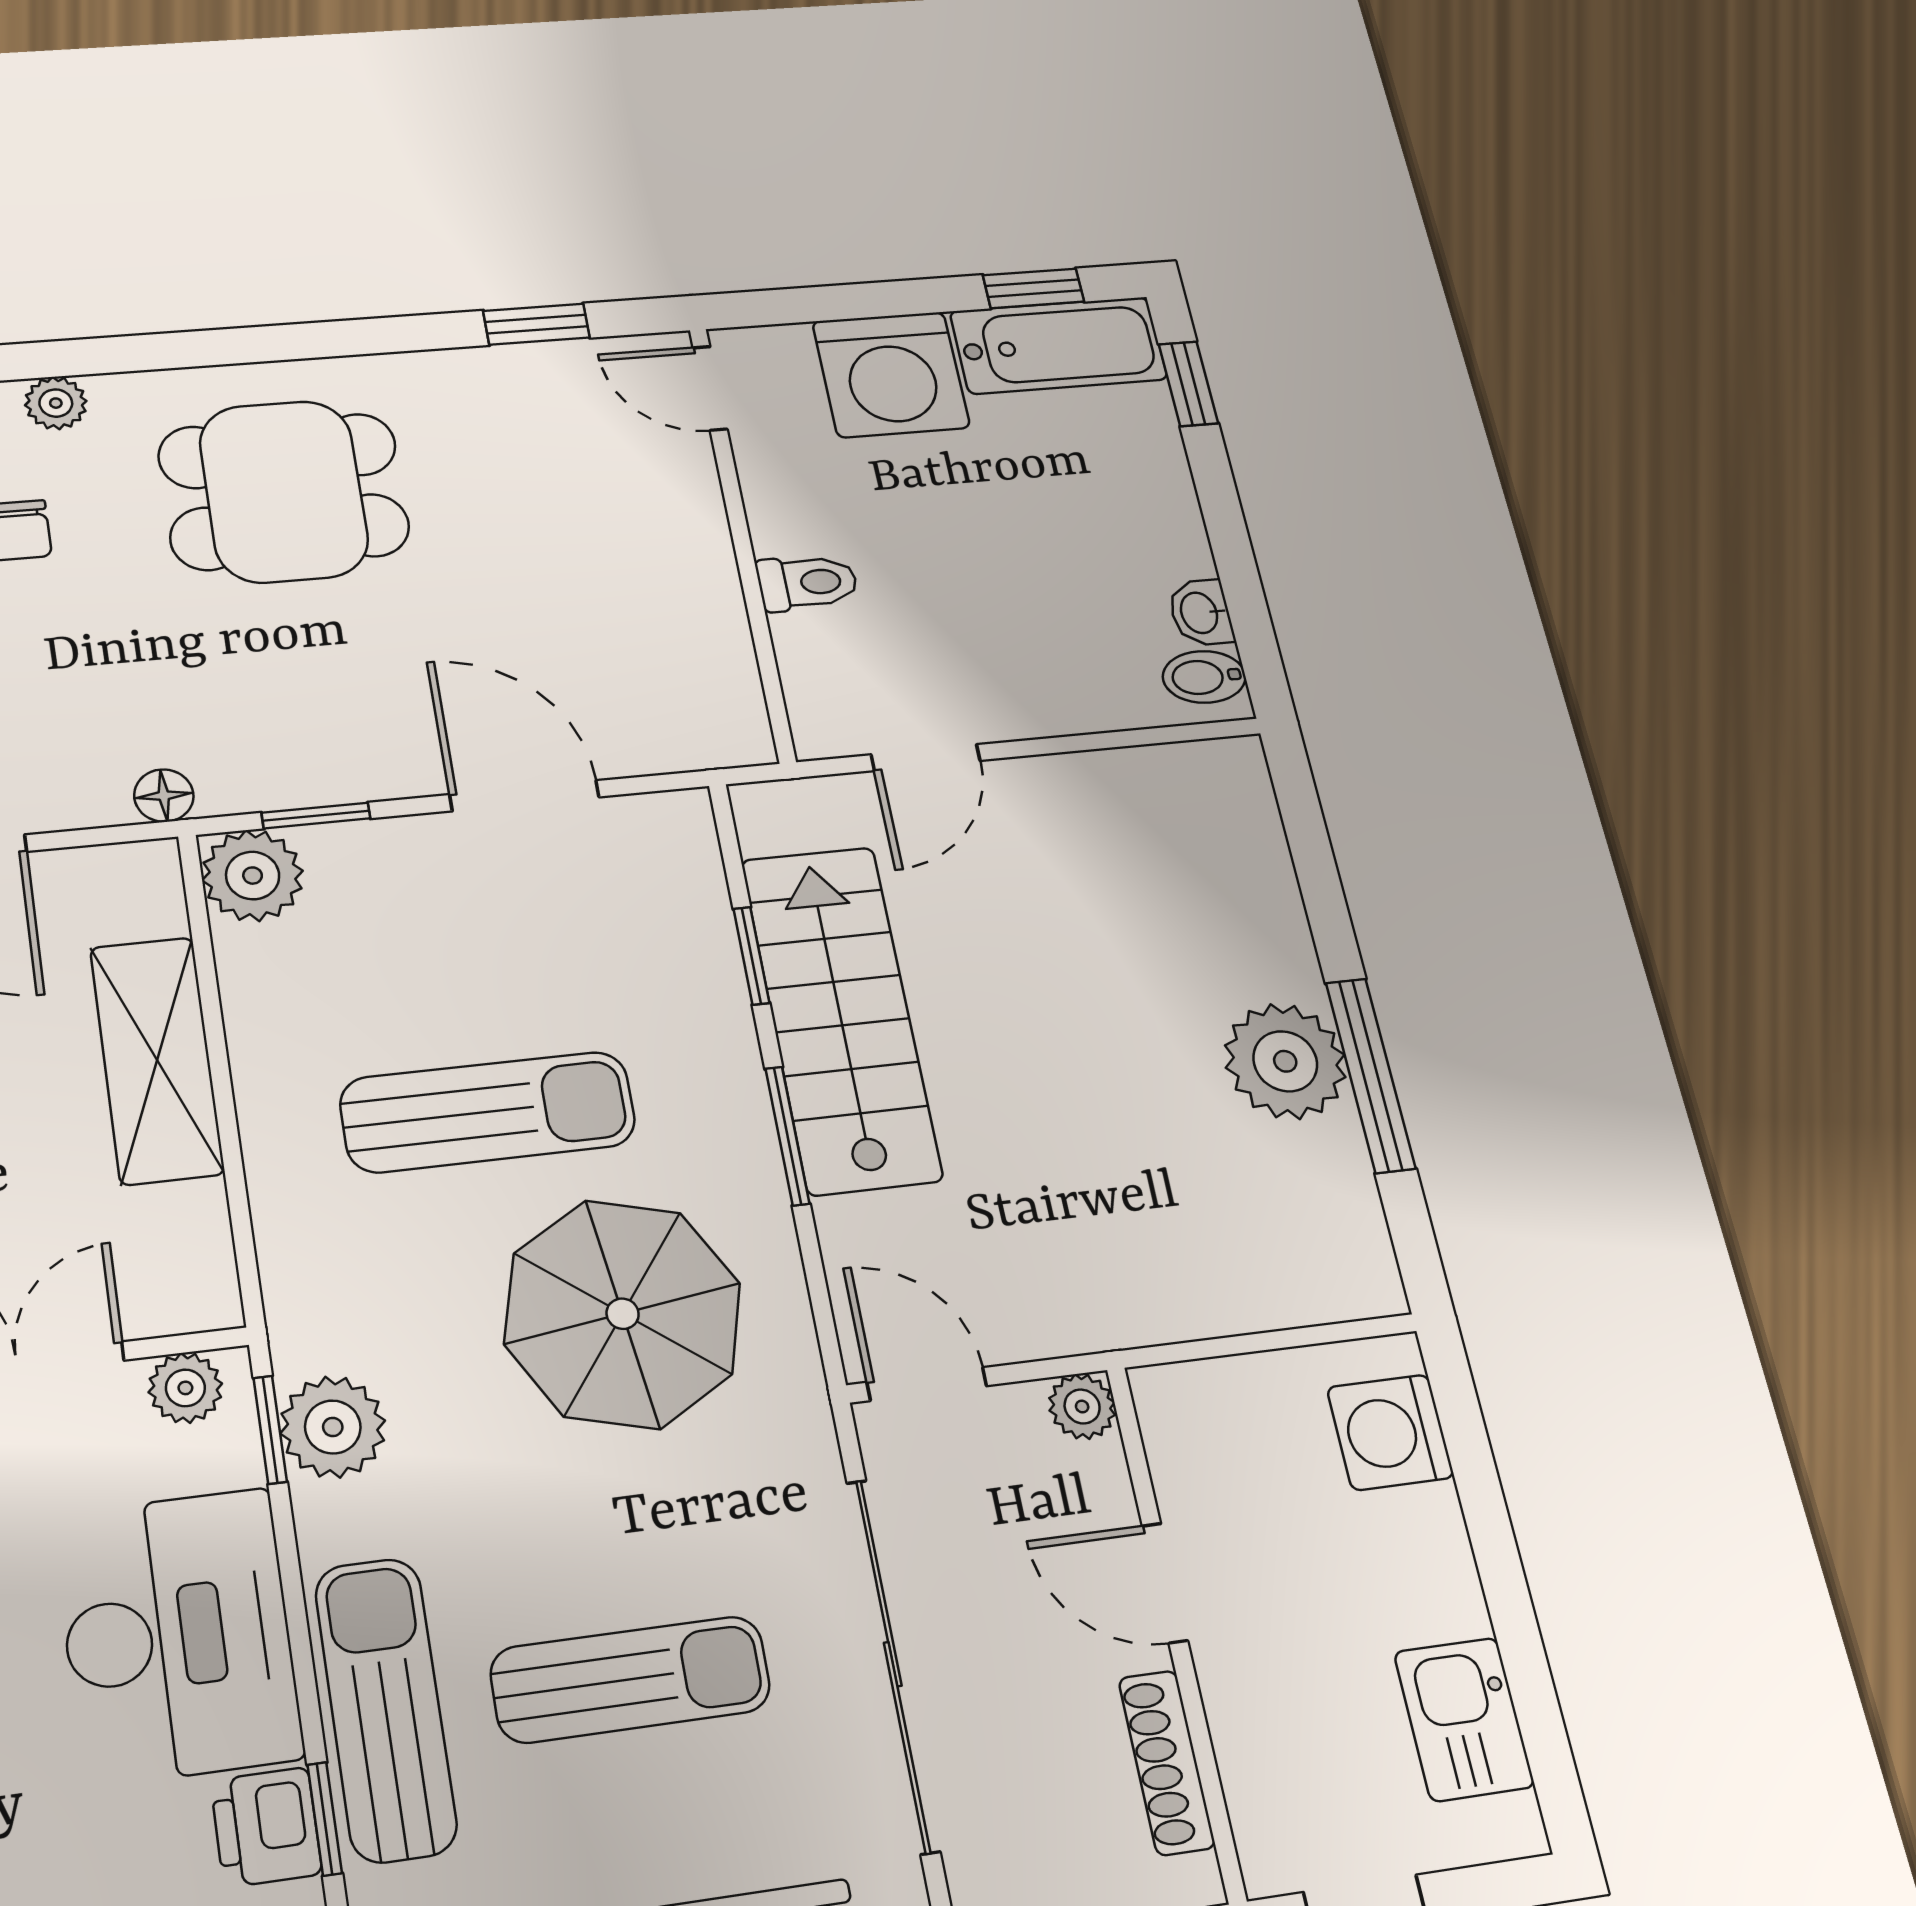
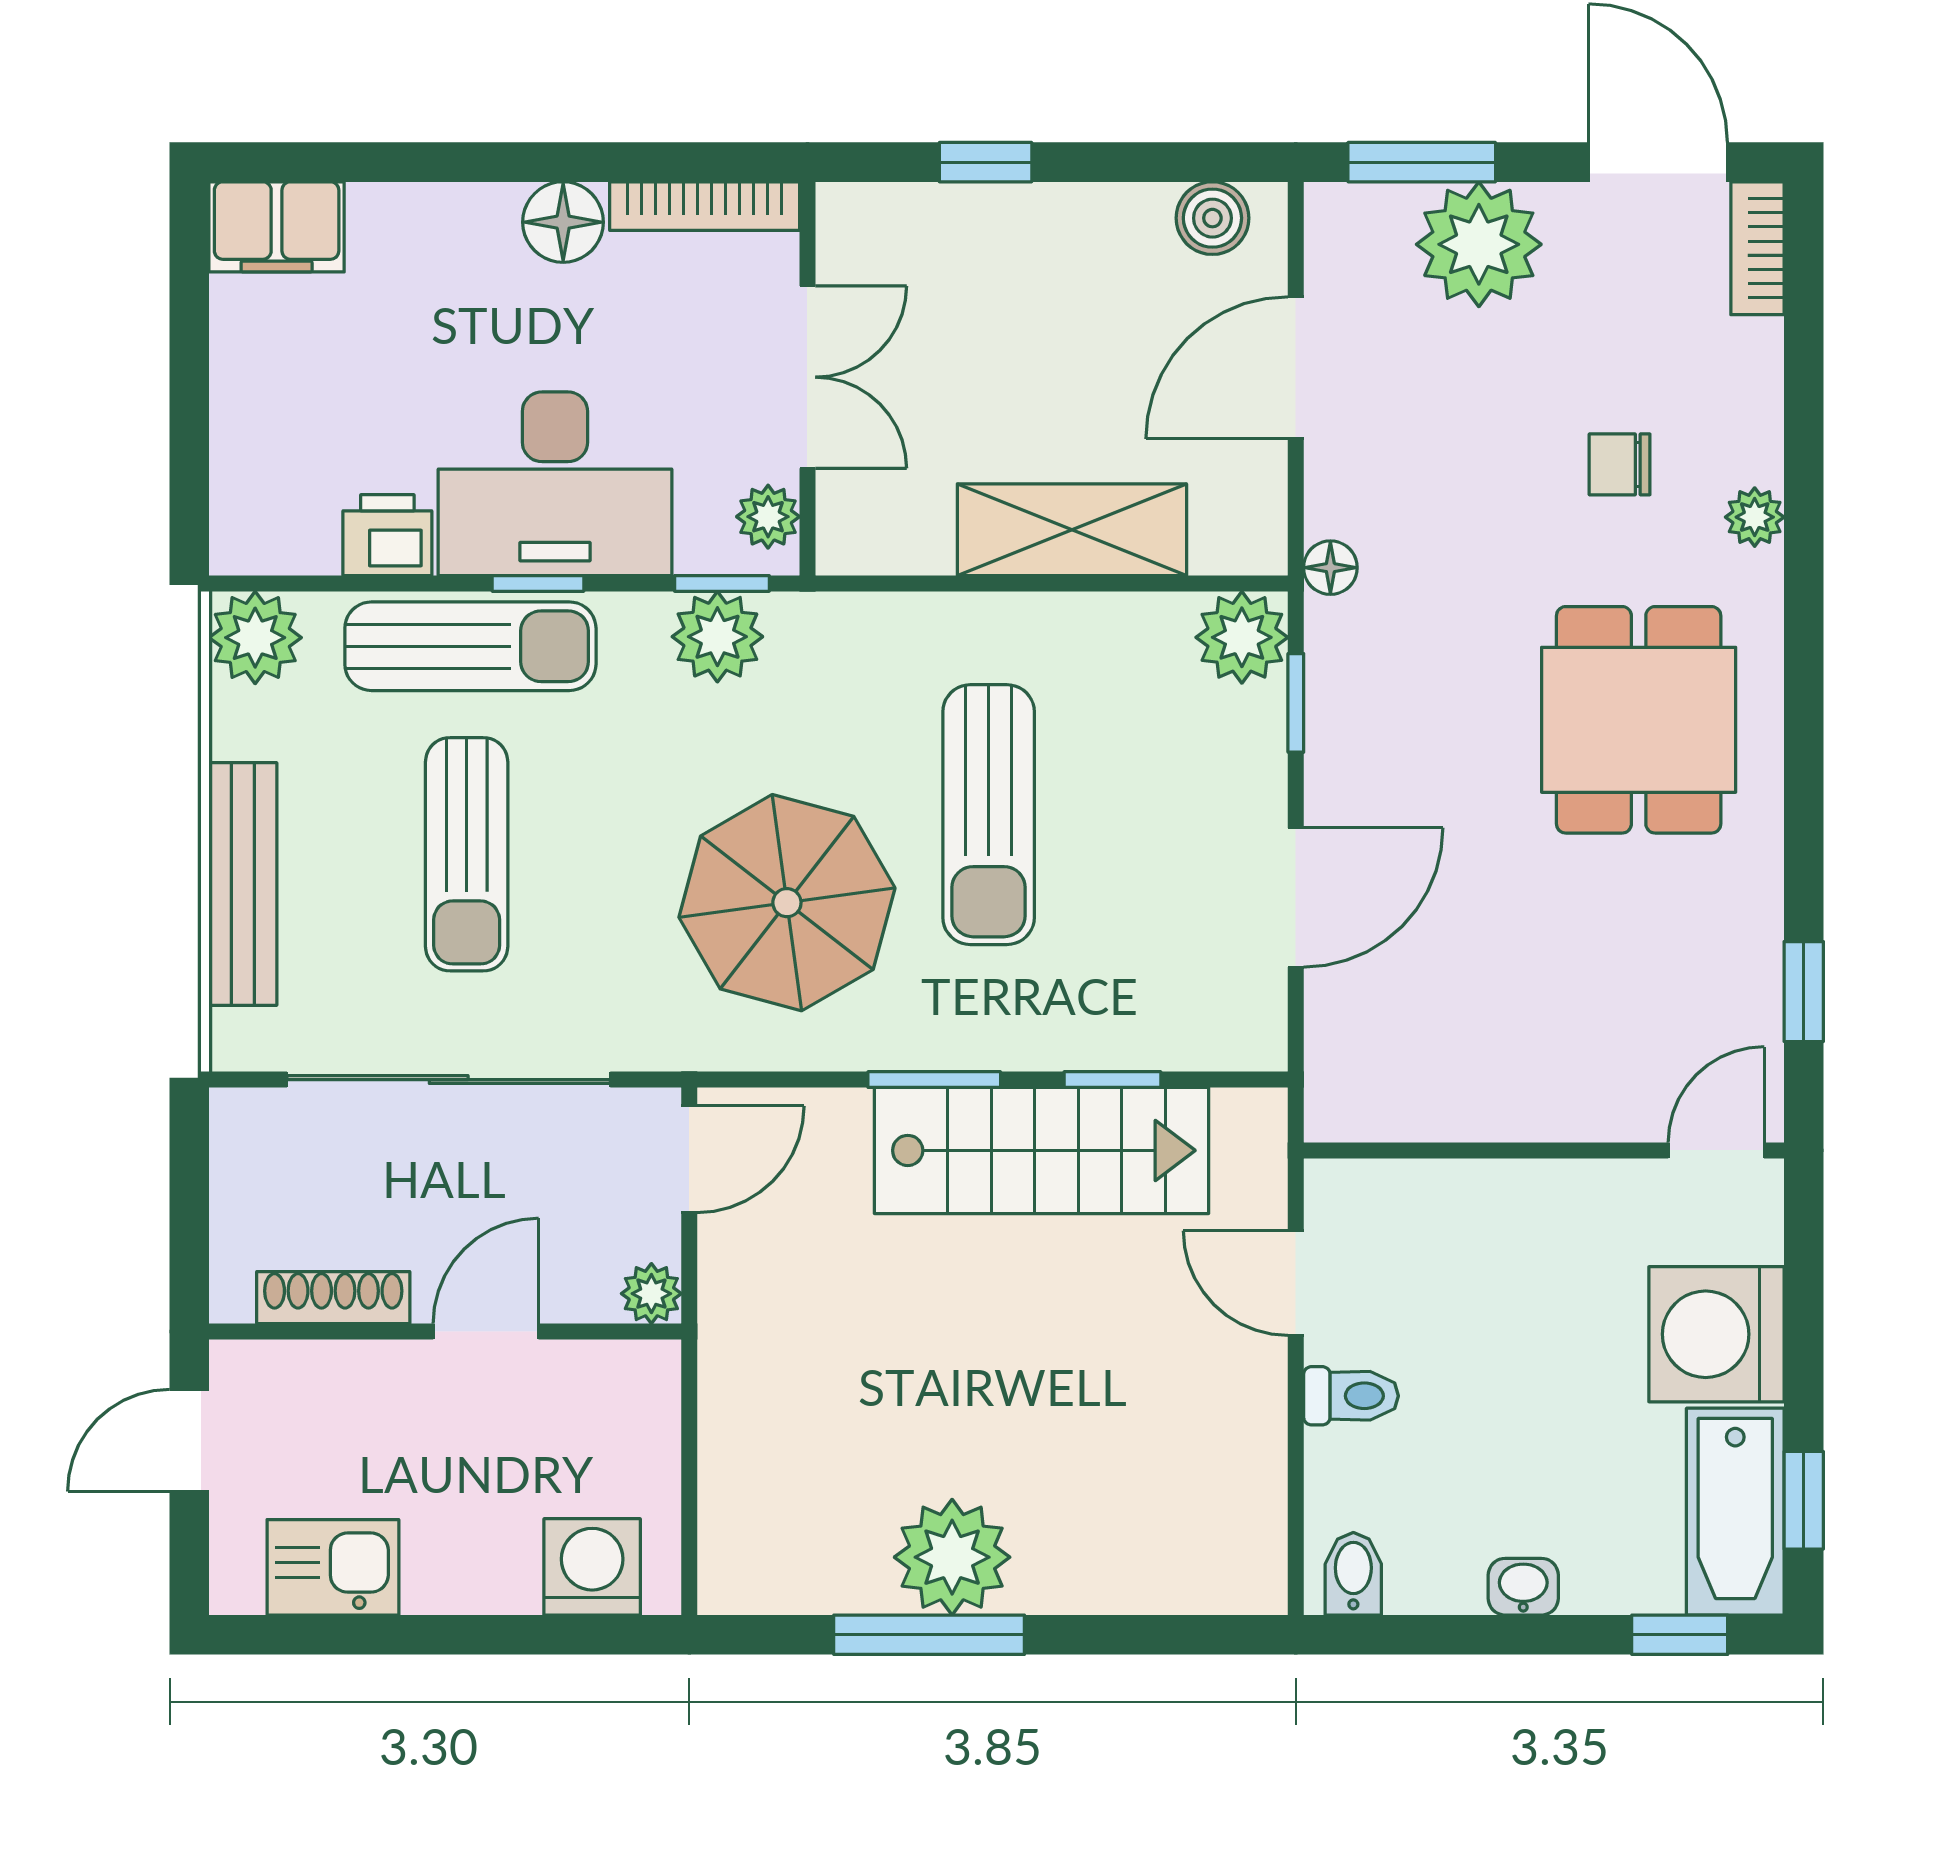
toilet: (807, 583) -> (1351, 1396), moved, turned -90
washbasin: (1201, 613) -> (1523, 1587), moved
window: (325, 1819) -> (538, 583), moved

